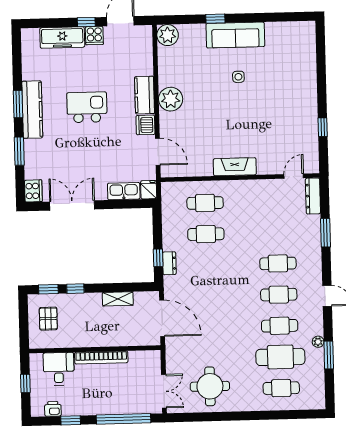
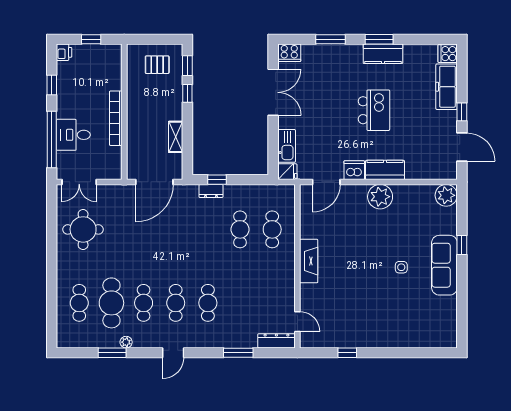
cooker: (94, 36) -> (448, 54), moved
kitchen counter: (32, 110) -> (383, 54), width x0.67
desk: (59, 369) -> (73, 135), moved, turned 180
printer: (53, 409) -> (64, 52), moved

